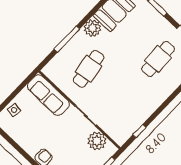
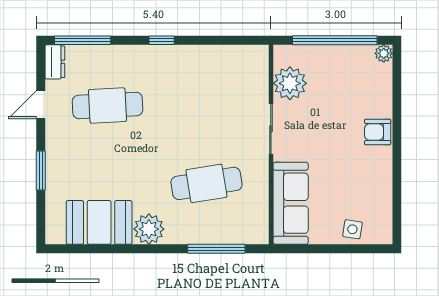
window: (67, 39) -> (216, 249), moved
window: (139, 131) -> (162, 40), moved

